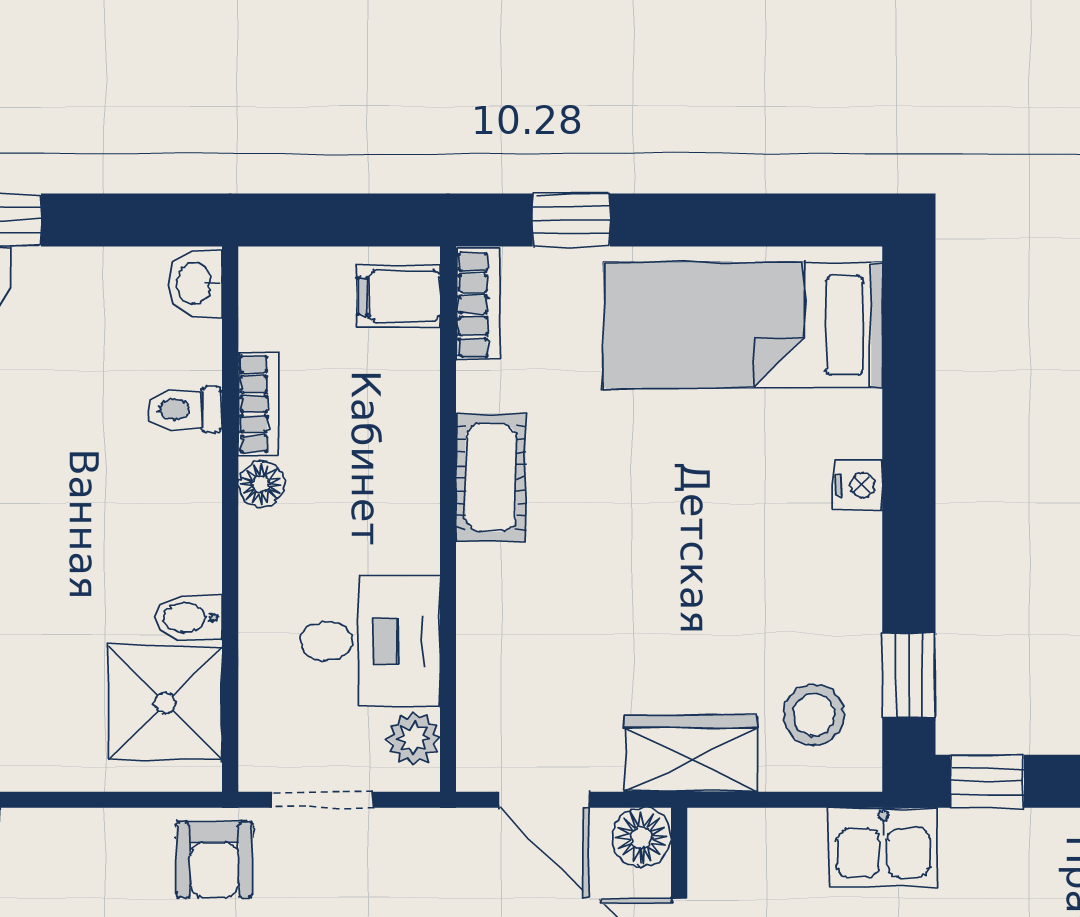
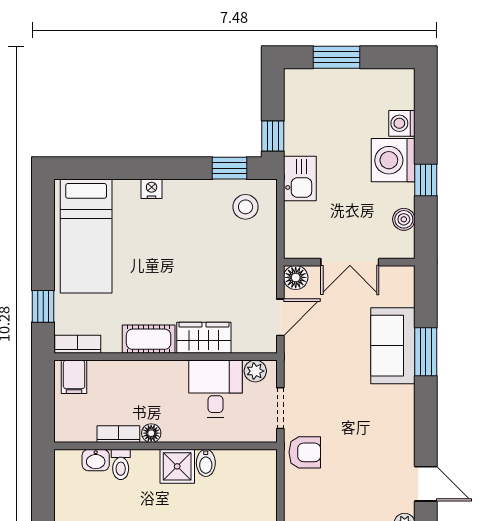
washbasin: (196, 283) -> (96, 460), moved
shower: (165, 703) -> (177, 466), moved, width x0.73, depth x0.73
wardrobe: (691, 754) -> (204, 338), moved, turned 90

